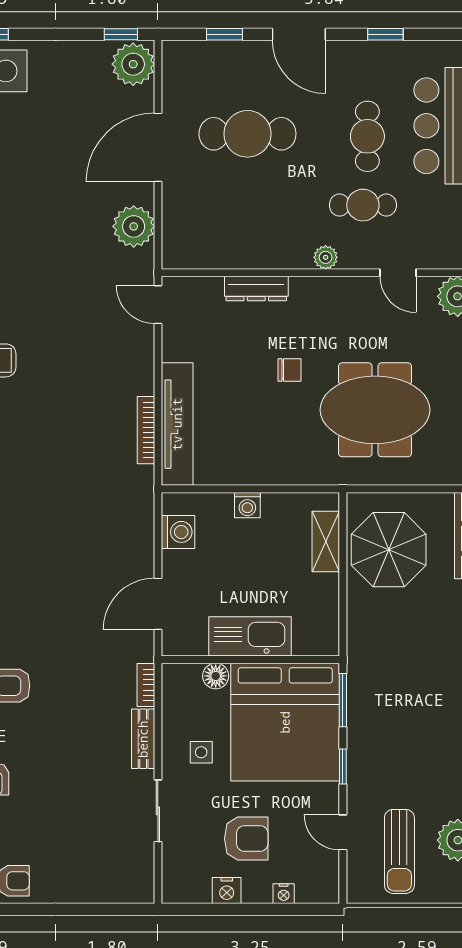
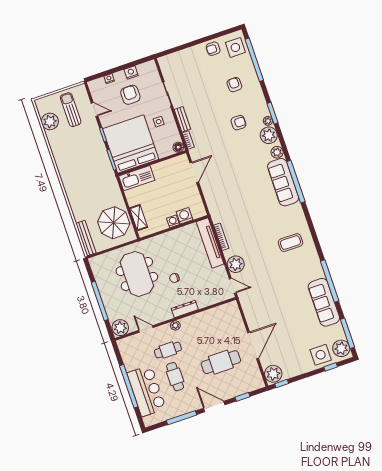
window: (385, 34) -> (181, 418), width x2.17
plant: (134, 226) -> (236, 264), moved
dresser: (256, 289) -> (185, 309), moved
meeting table: (375, 410) -> (137, 274), turned 90
washing machine: (178, 532) -> (185, 216), moved, turned 90
kitchen sink: (250, 636) -> (137, 178), moved
floor lamp: (216, 676) -> (178, 147), moved
armchair: (246, 839) -> (130, 95), turned 90

